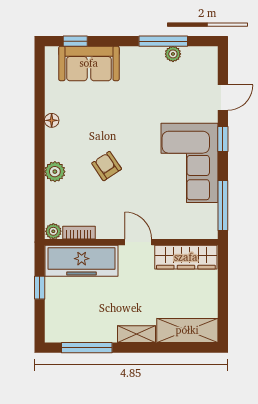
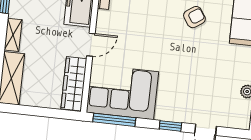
corner sofa: (189, 163) -> (122, 92), moved
armchair: (107, 166) -> (194, 17), moved

